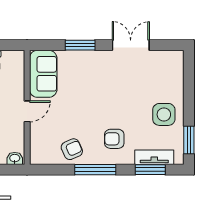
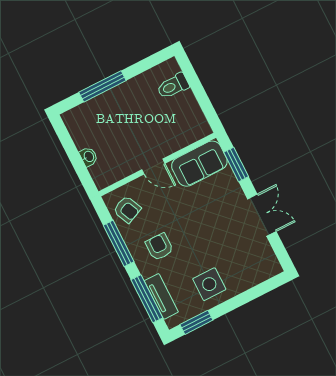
sofa: (43, 74) -> (199, 164), moved
wall: (27, 107) -> (157, 165), moved
door: (27, 111) -> (153, 167), moved
window: (150, 170) -> (147, 299), width x1.44

